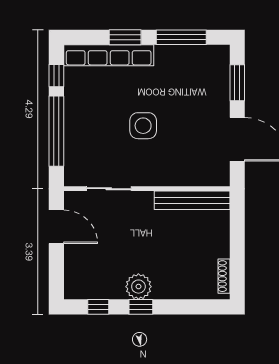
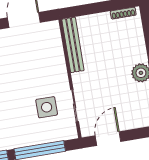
side table: (143, 126) -> (47, 107), moved

